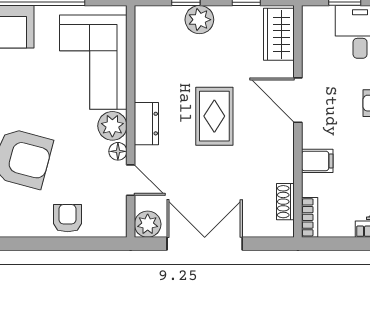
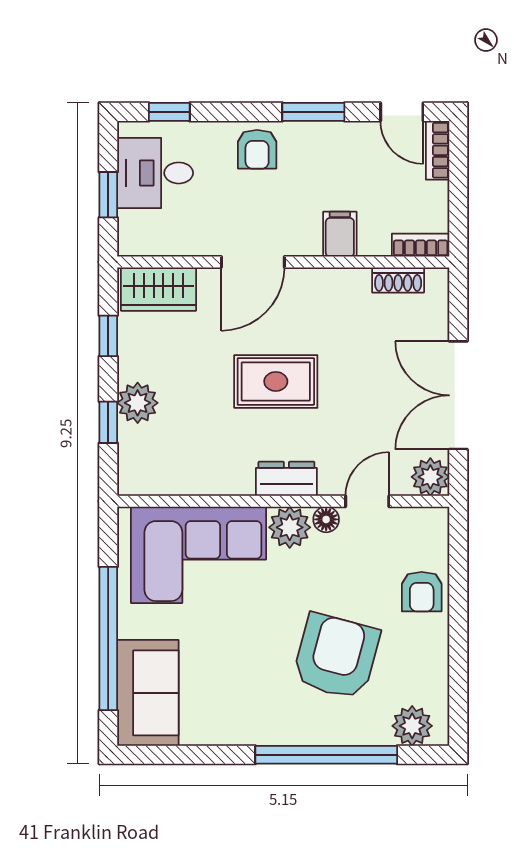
armchair: (68, 218) -> (422, 592), turned -90

